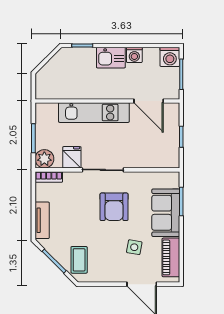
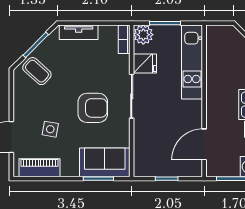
kitchen unit: (94, 113) -> (192, 62), moved
armchair: (114, 207) -> (93, 108), turned 180
sofa: (166, 213) -> (105, 162), moved
coffee table: (79, 260) -> (37, 71), turned 42

